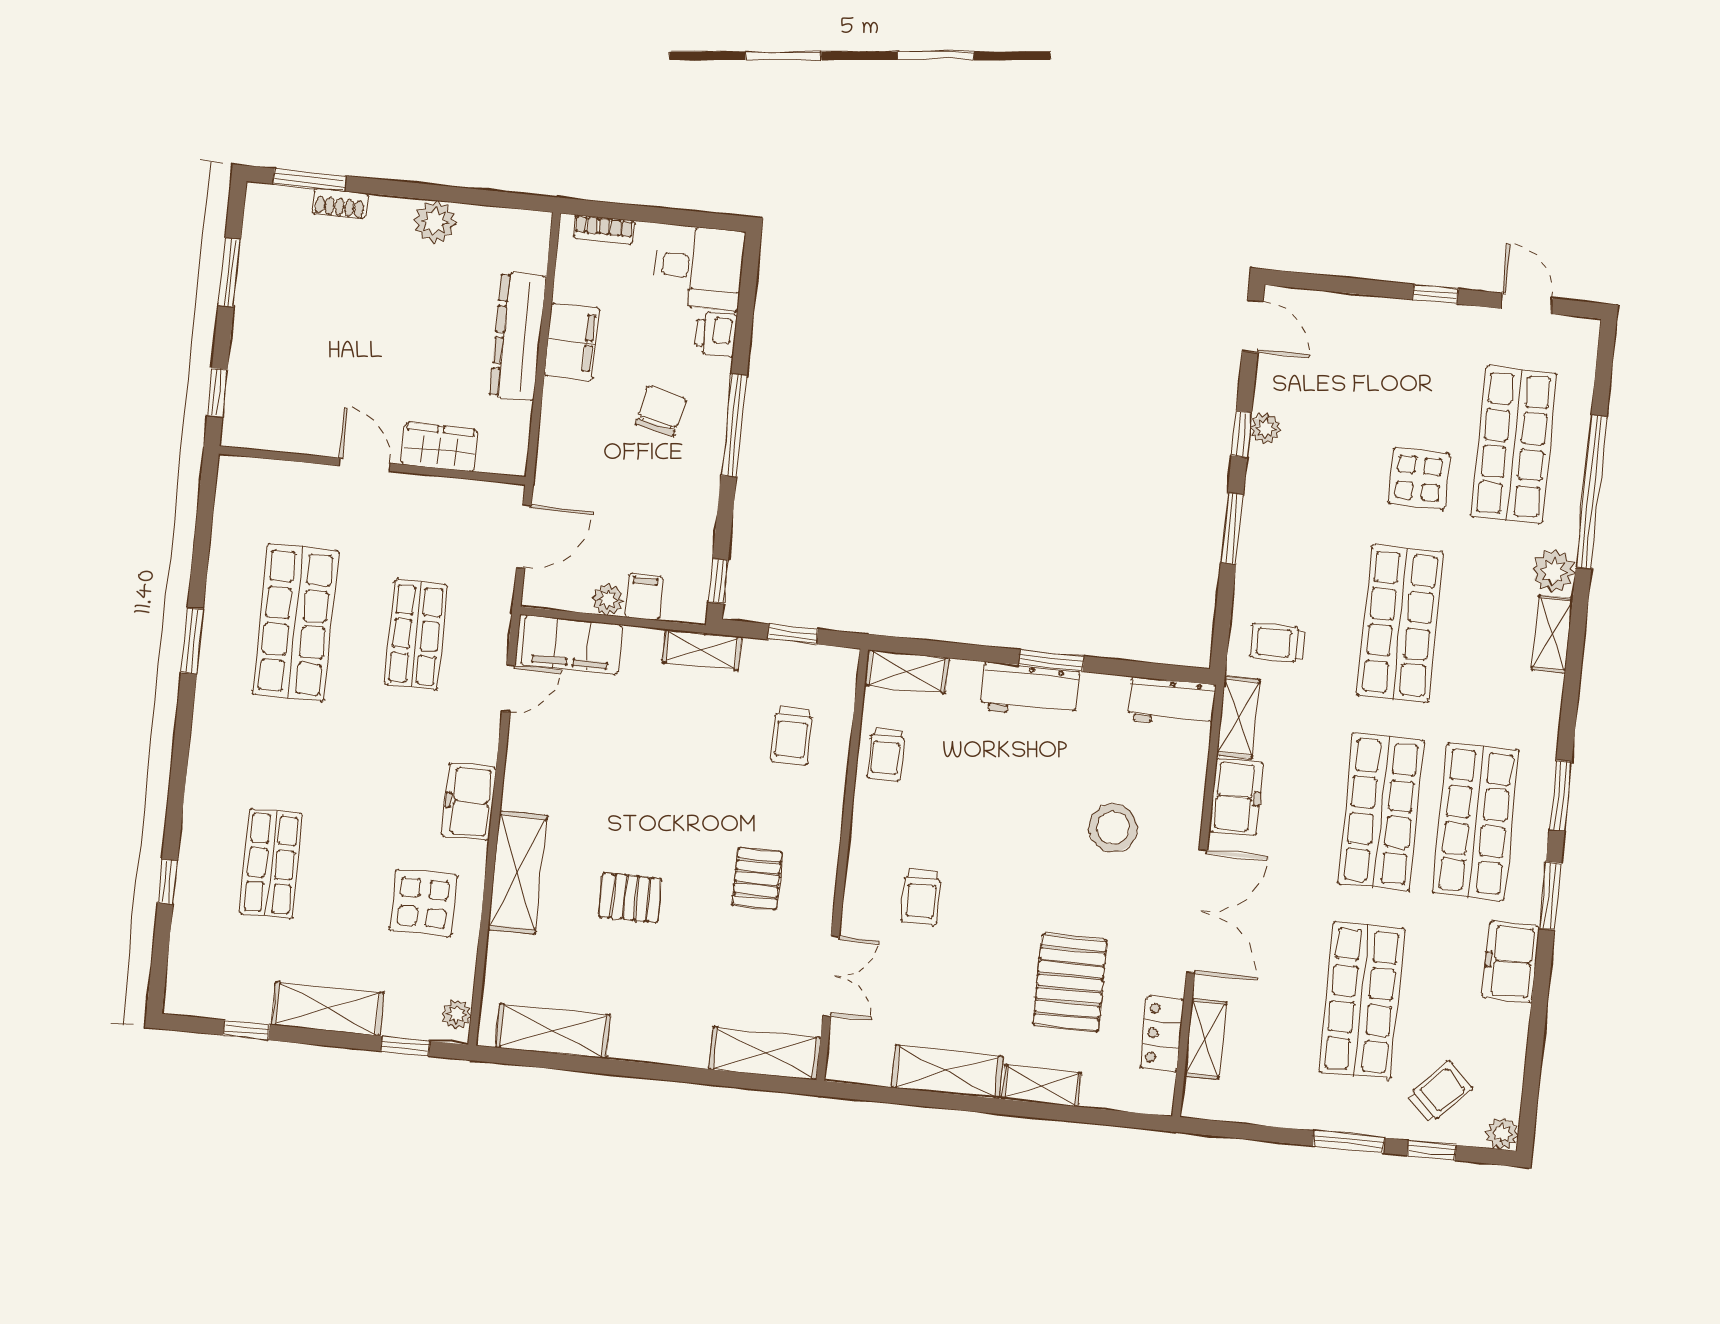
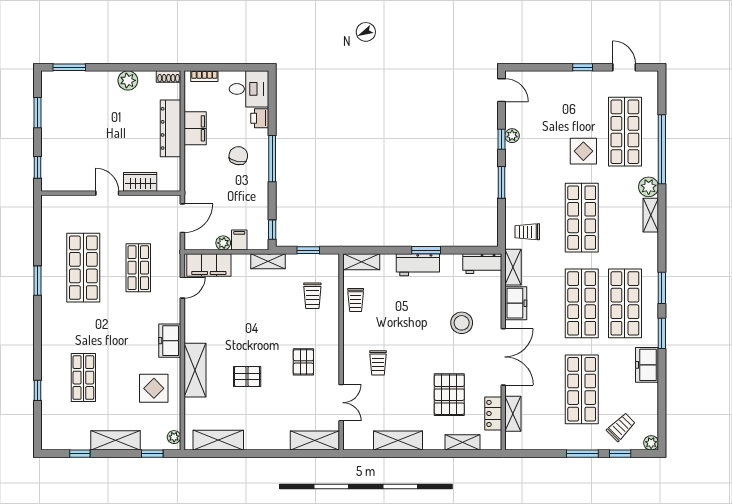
shoe rack: (340, 204) -> (169, 77), moved
shelving: (1041, 1086) -> (462, 442), moved

